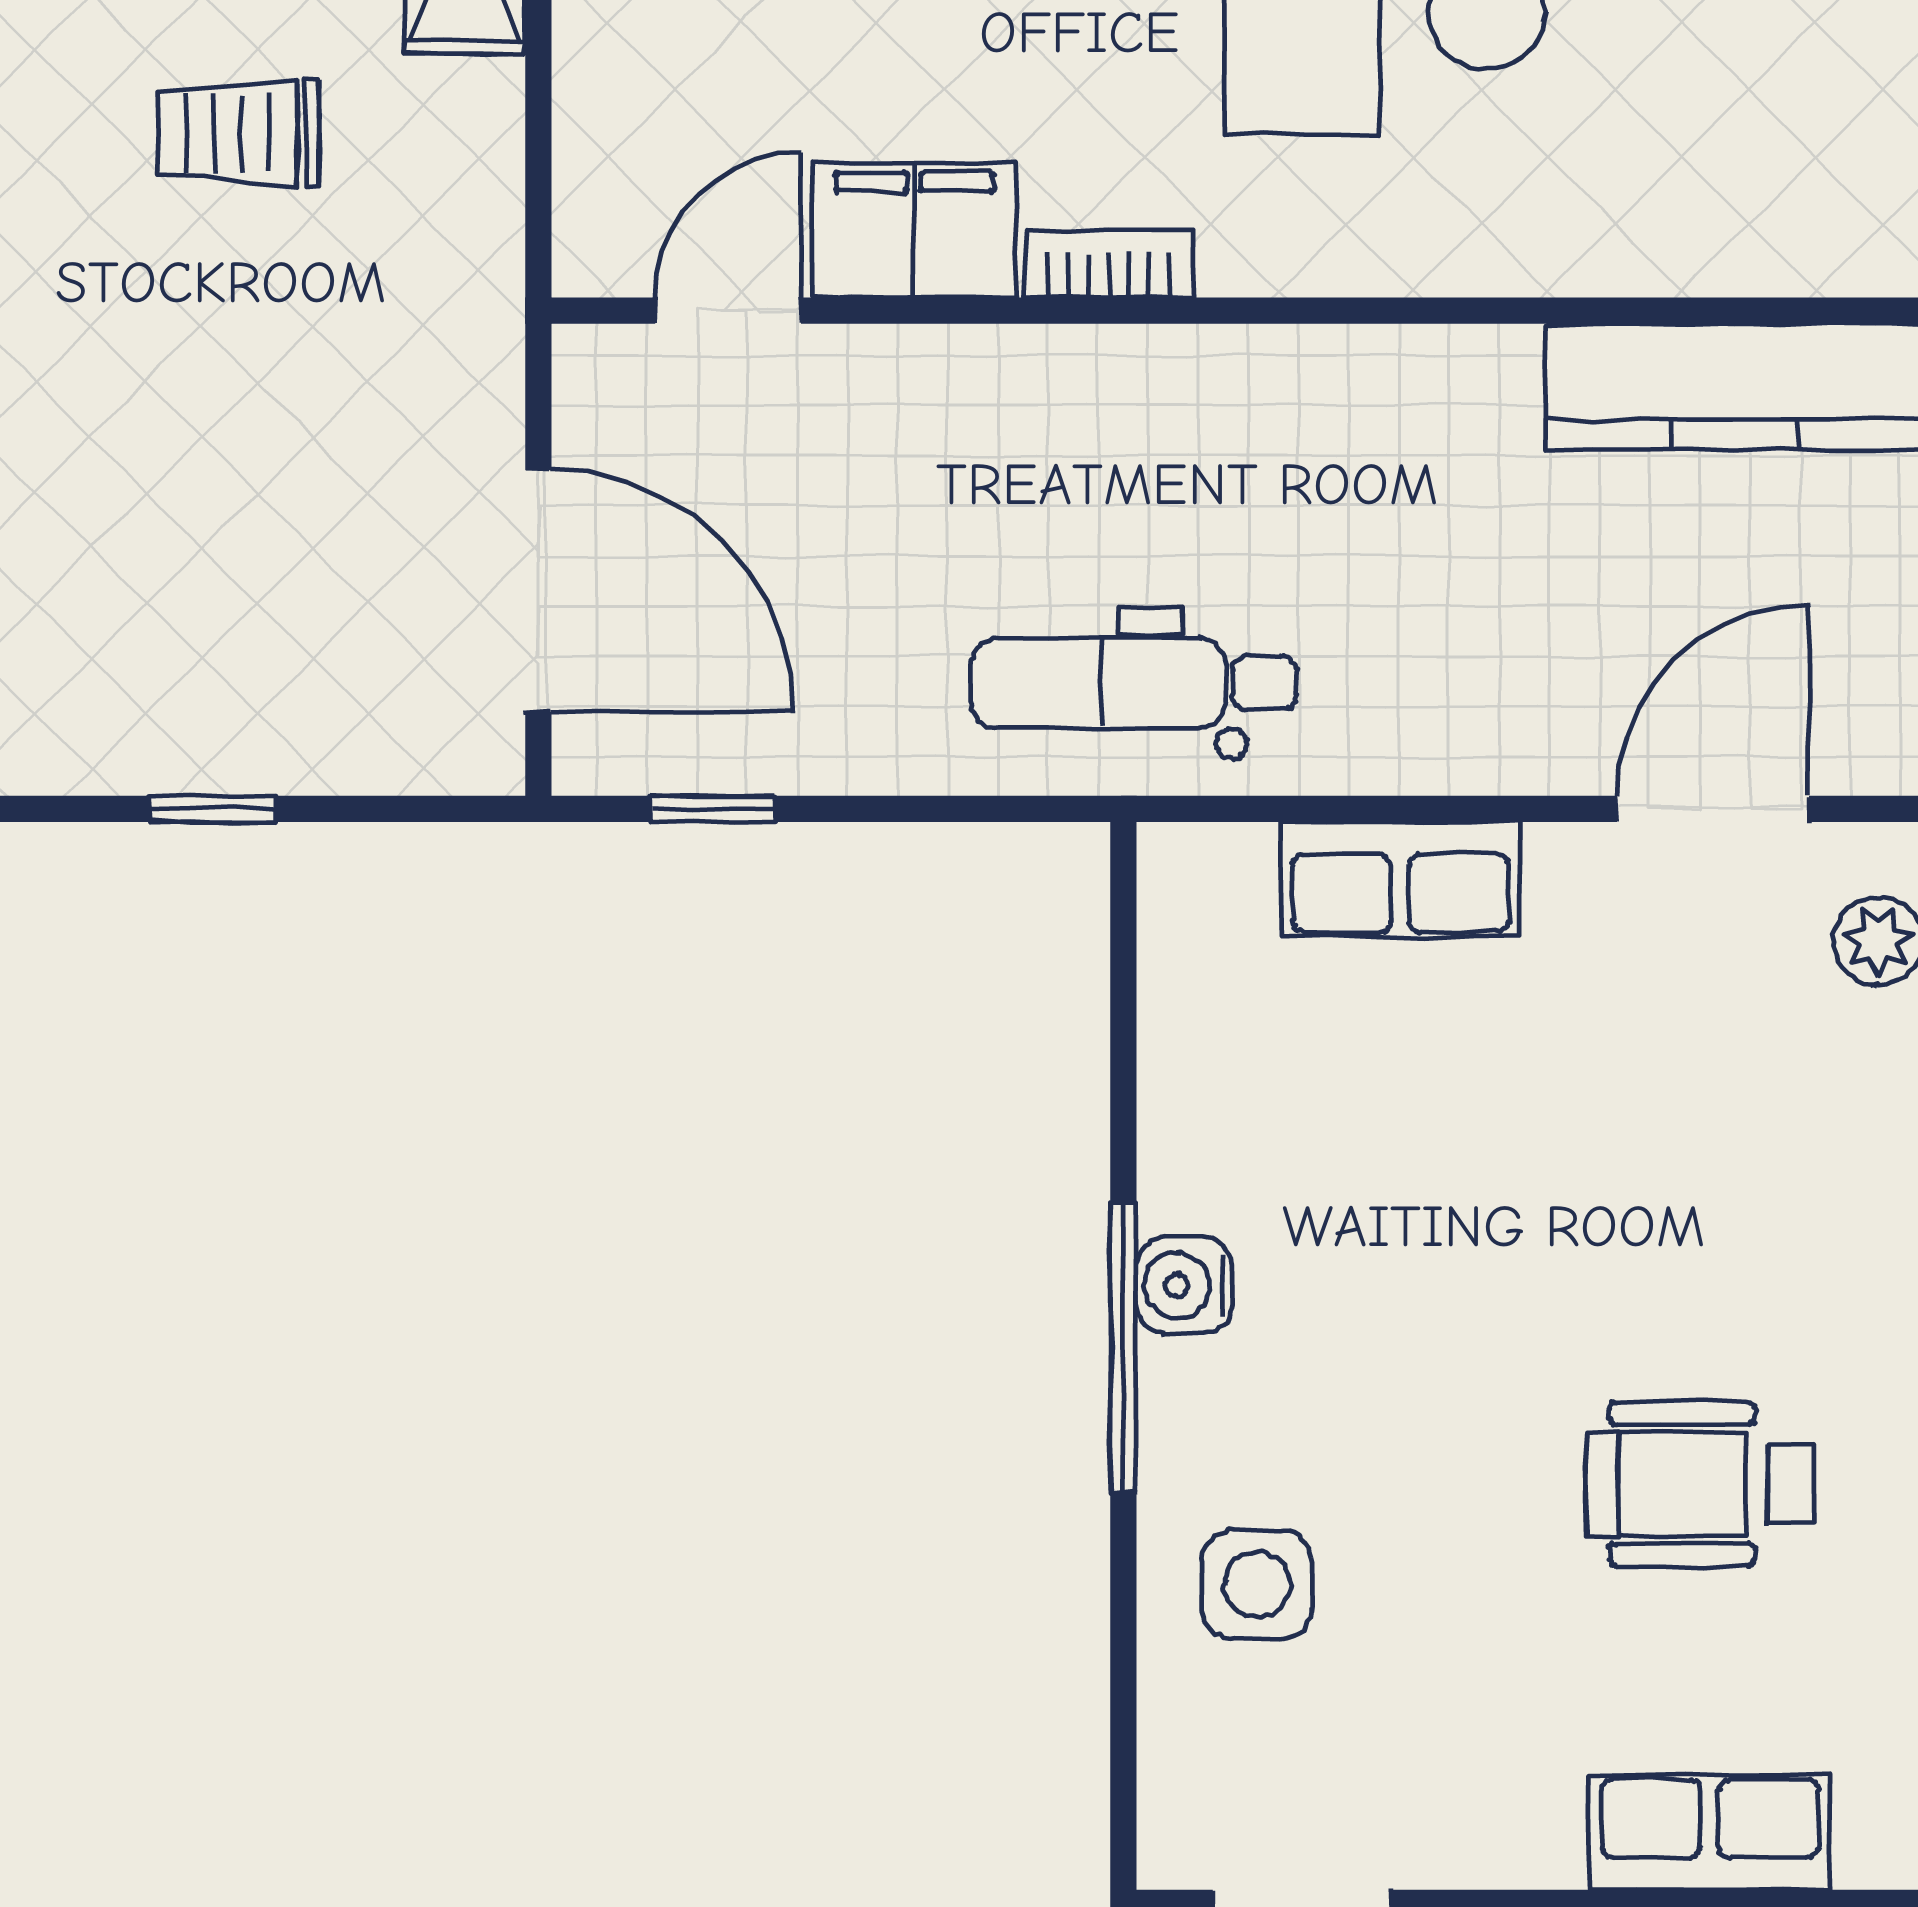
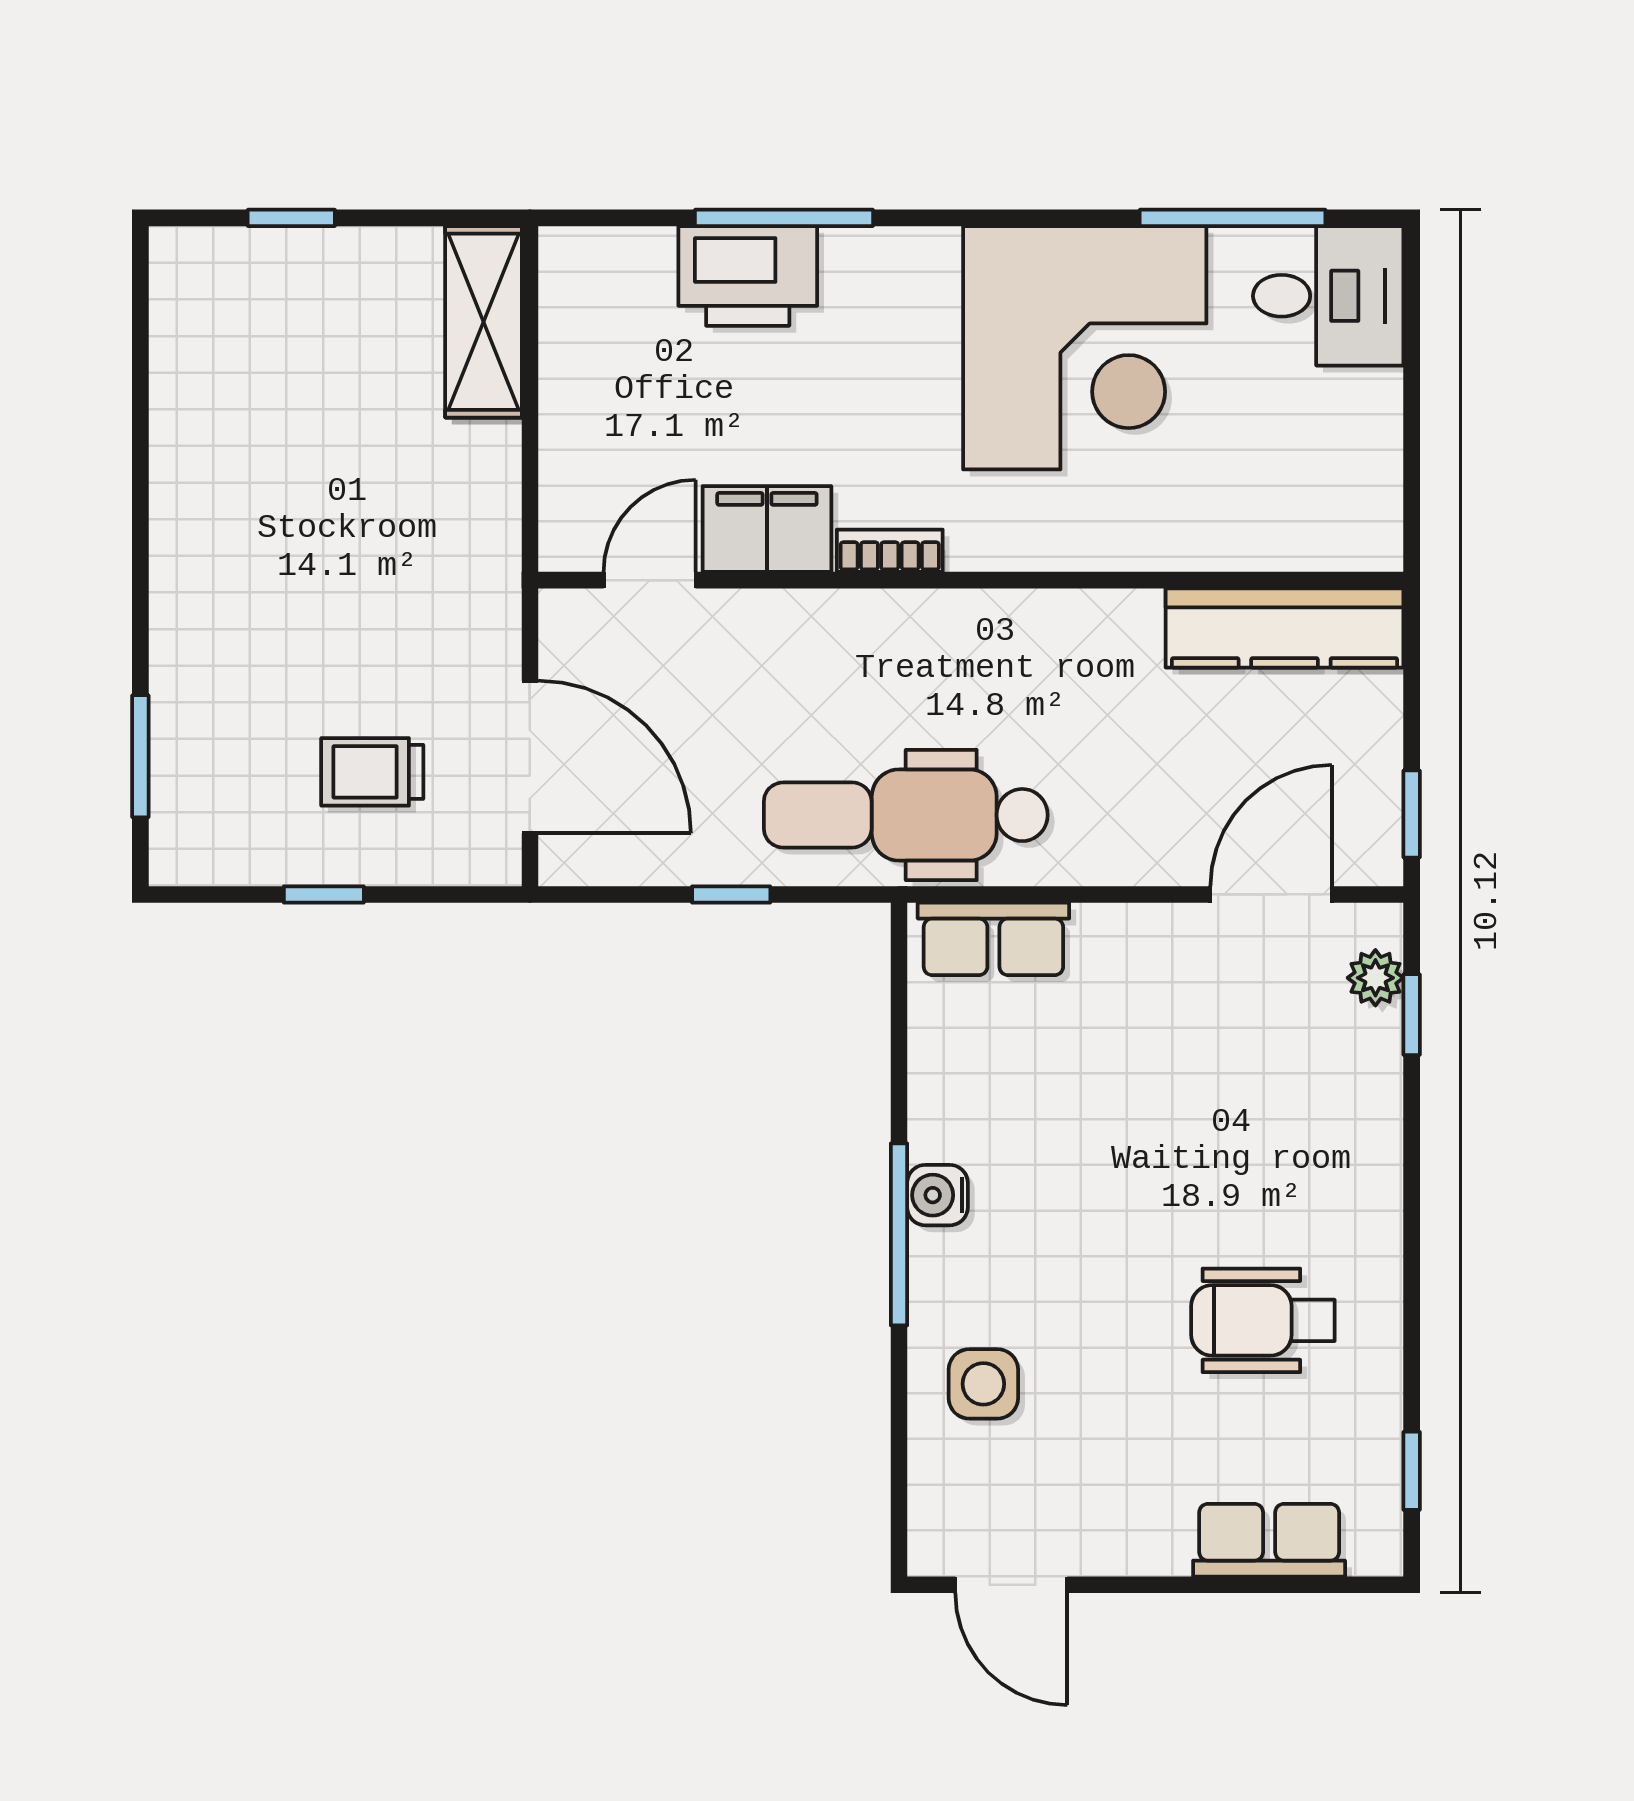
trolley: (239, 133) -> (372, 772), moved
dental chair: (1134, 683) -> (906, 815), width x1.36, depth x1.38
window: (713, 809) -> (731, 894), moved
row of seats: (1400, 879) -> (993, 939), moved

